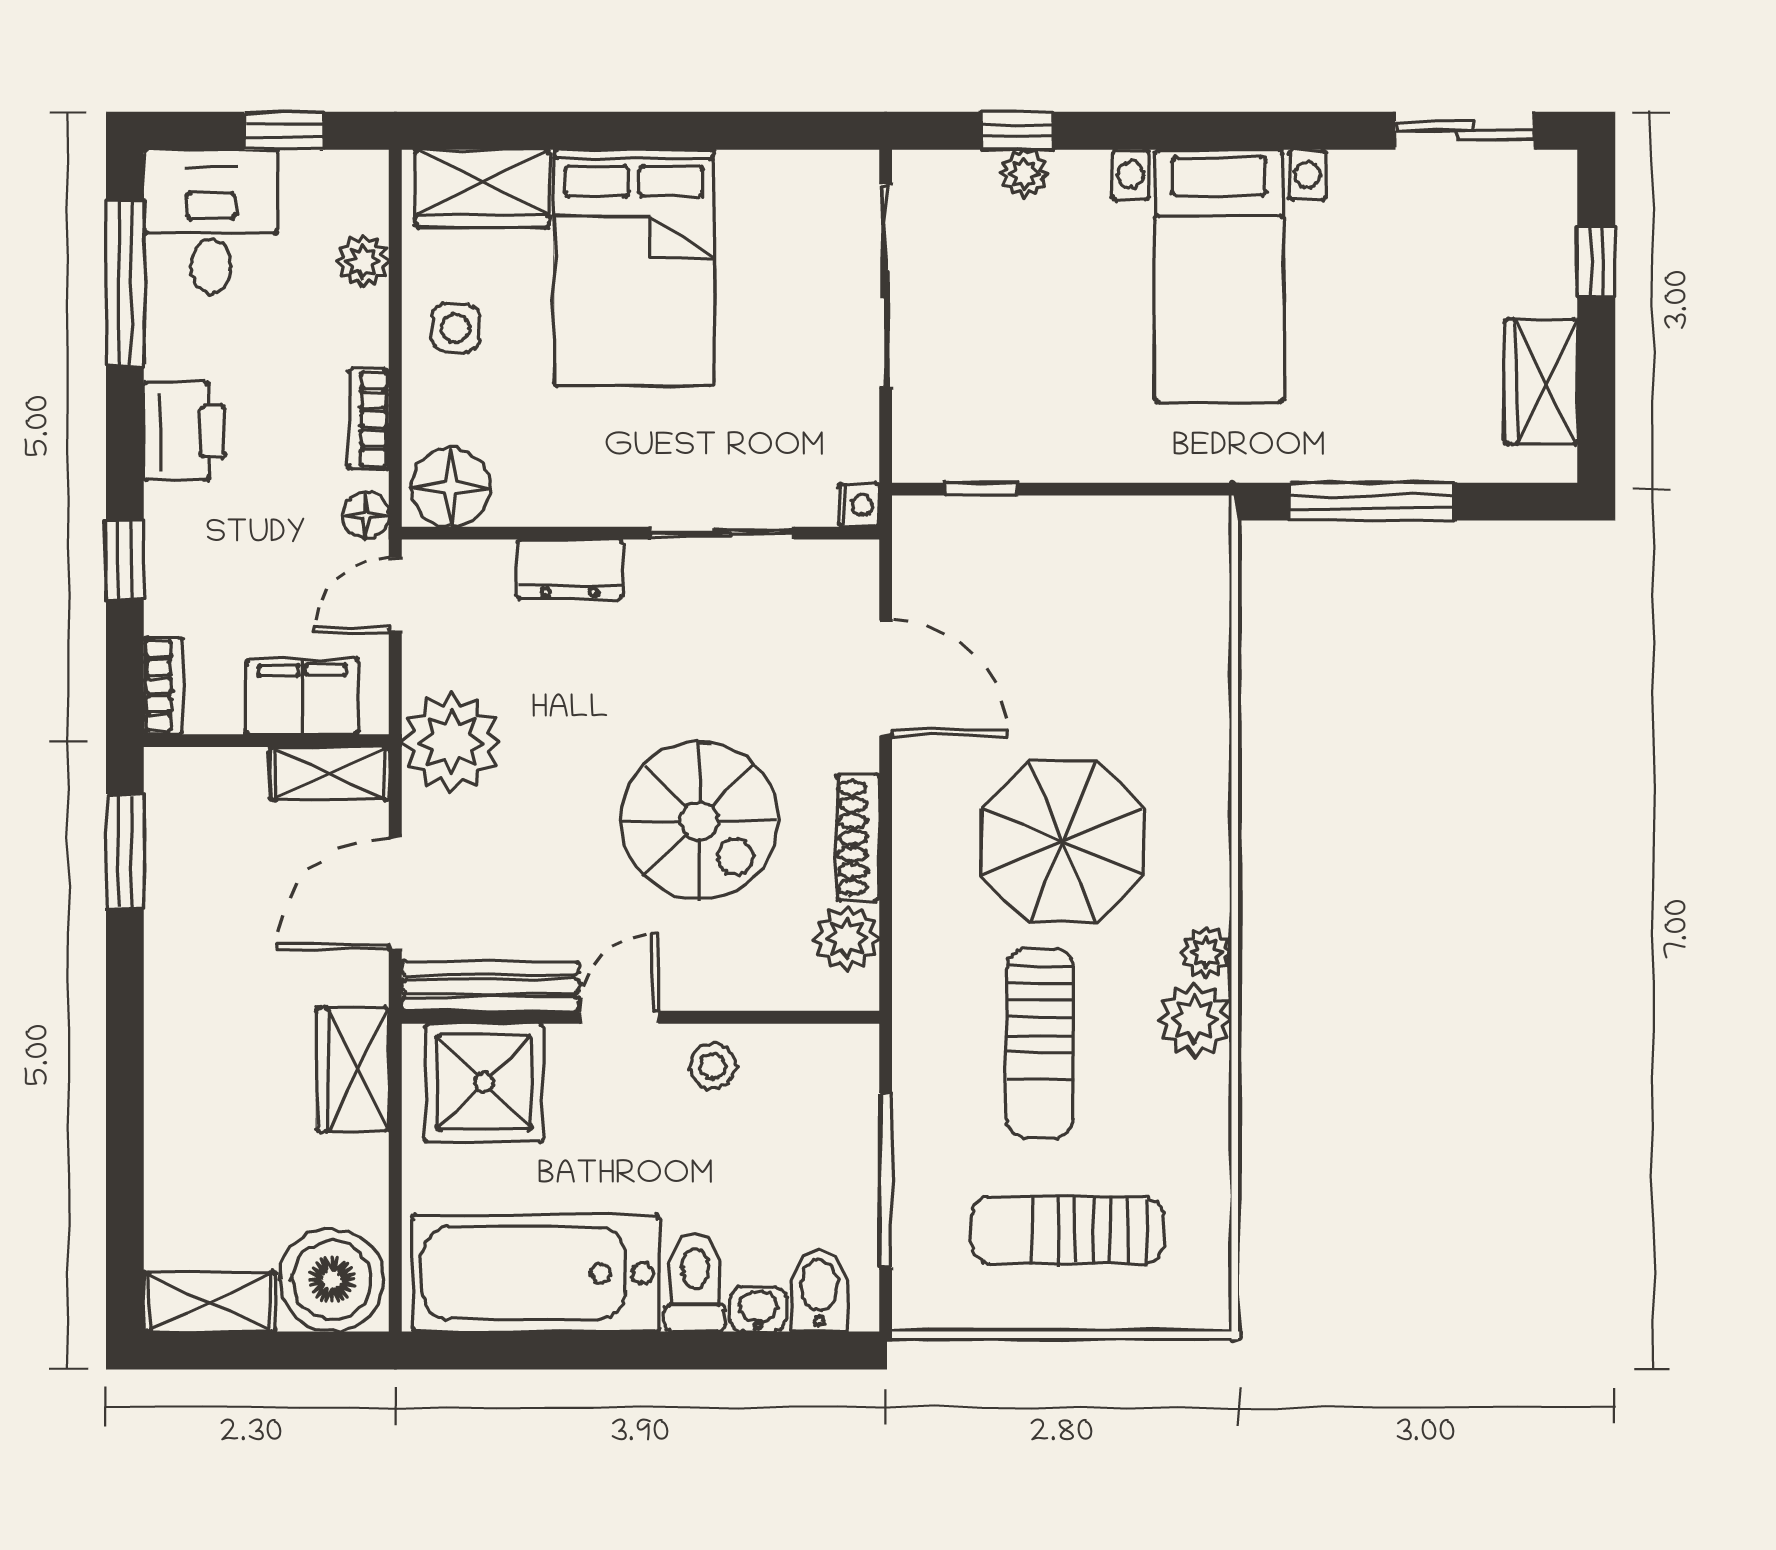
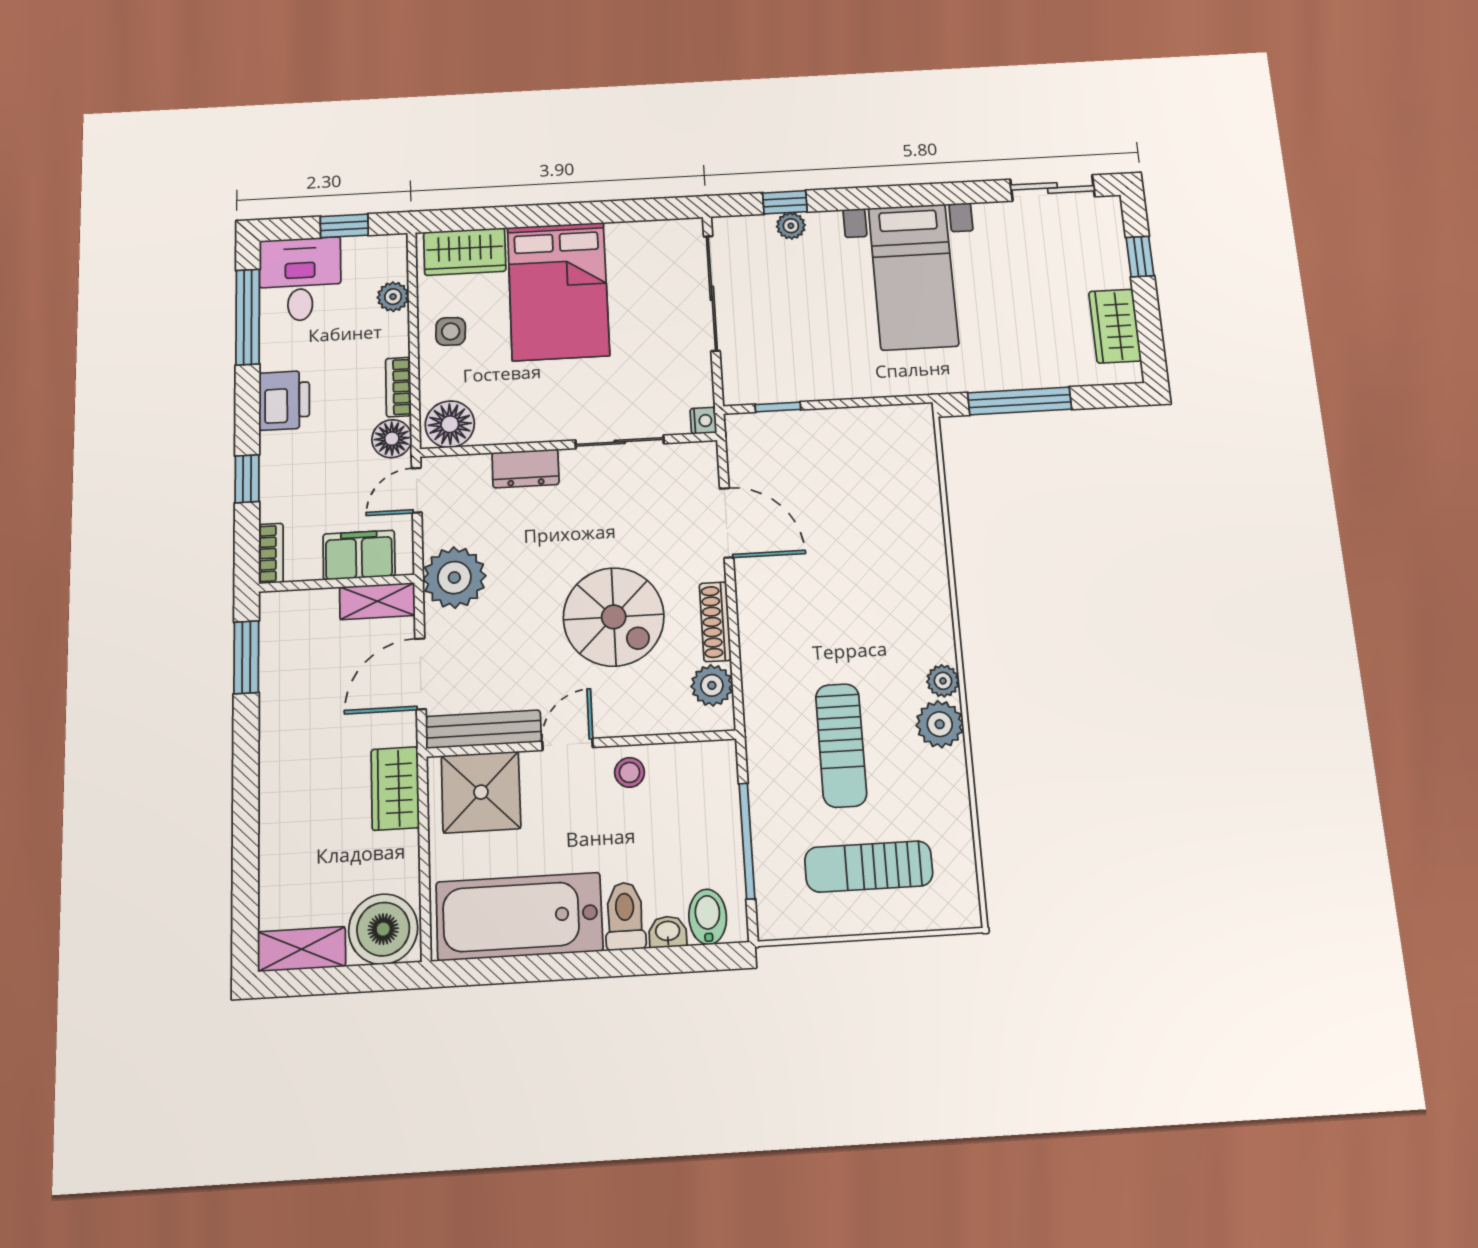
floor lamp: (366, 515) -> (392, 439), width x1.37, depth x1.37
parasol: (1062, 841) -> (845, 617), removed

